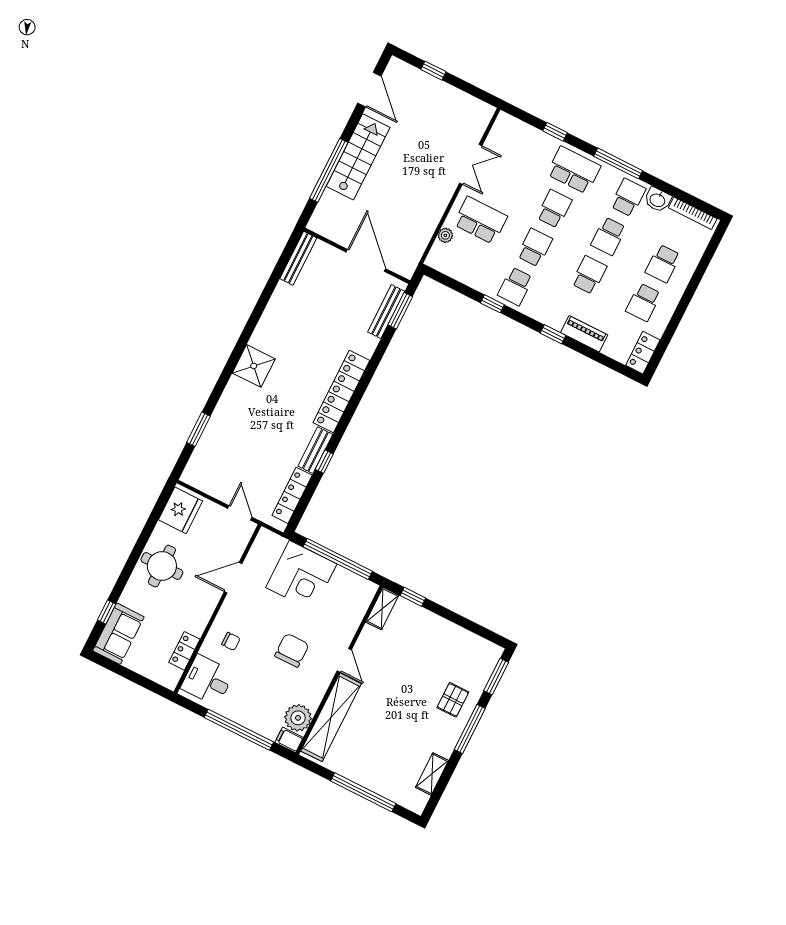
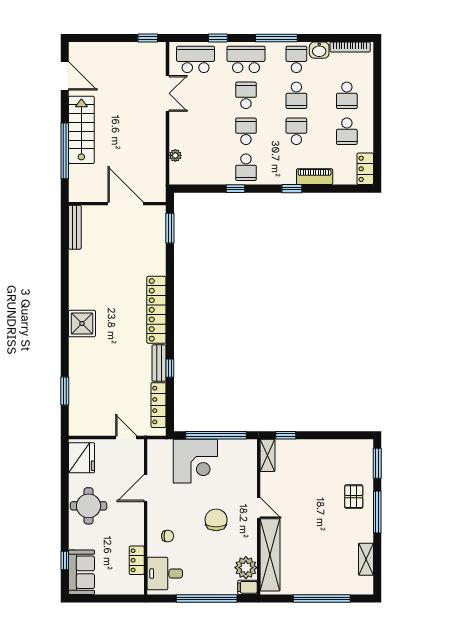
window: (433, 71) -> (148, 38), moved
school desk: (480, 220) -> (196, 59), moved
bench: (386, 312) -> (160, 234), removed

